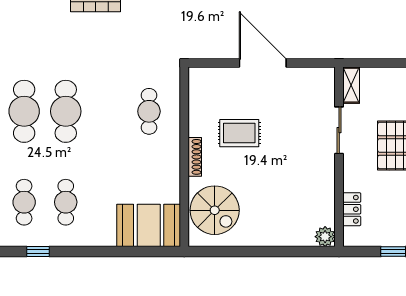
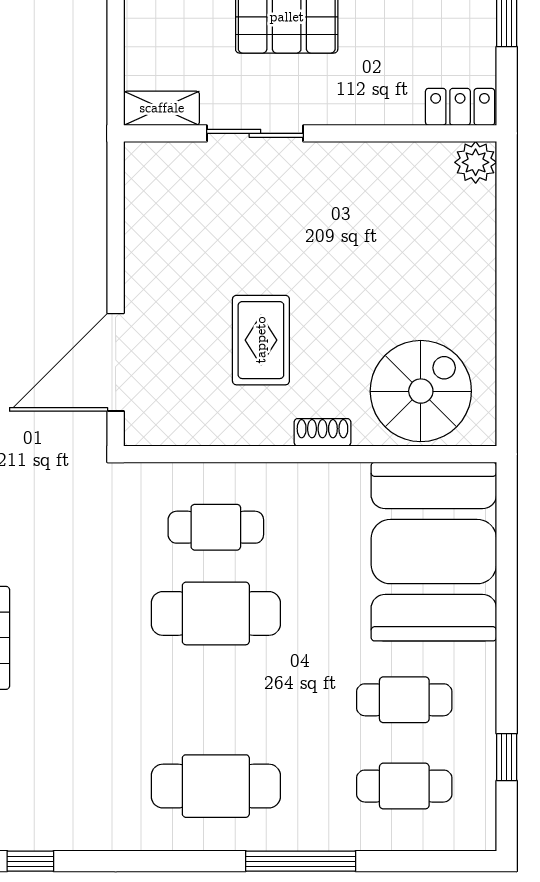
door: (263, 63) -> (116, 362), moved
cafe table: (66, 111) -> (216, 613), moved
shoe rack: (195, 157) -> (322, 432), width x0.70
locker: (352, 209) -> (460, 107), moved
booth: (149, 225) -> (434, 552), width x1.36, depth x1.42

